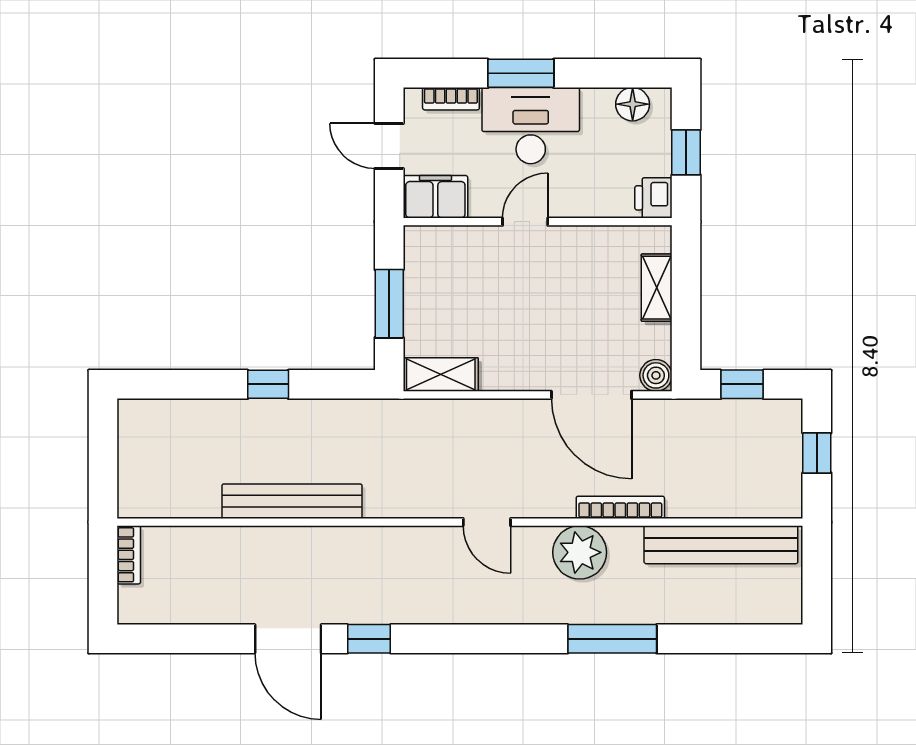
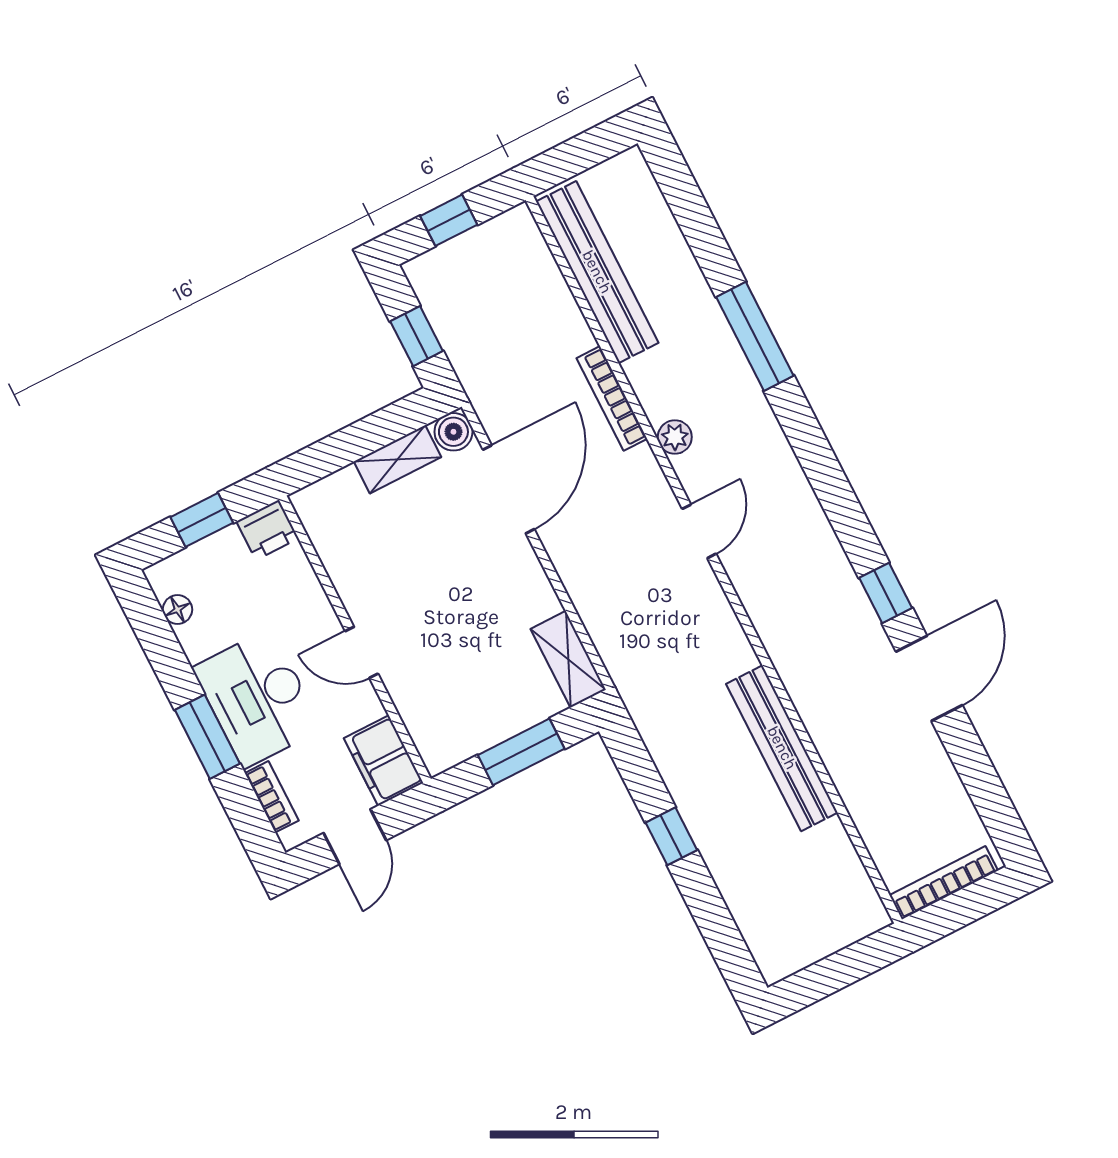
floor lamp: (633, 104) -> (177, 610), width x0.73, depth x0.73
shelving: (657, 288) -> (397, 459), moved
plant: (580, 552) -> (675, 437), width x0.53, depth x0.53
bookcase: (129, 555) -> (944, 883), width x1.56

